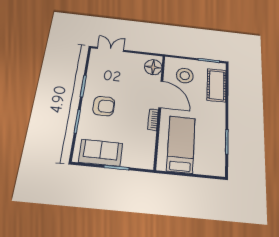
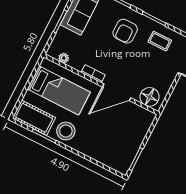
coffee table: (102, 75) -> (160, 41), added
stool: (185, 76) -> (66, 131), moved
cot: (217, 85) -> (34, 118), moved
plant: (150, 151) -> (64, 58), added

